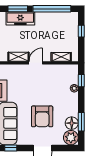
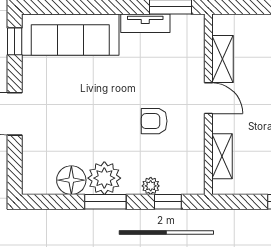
armchair: (42, 116) -> (154, 121), moved, width x0.53, depth x0.53
window: (81, 122) -> (105, 202), moved
plant: (71, 138) -> (104, 178), moved

